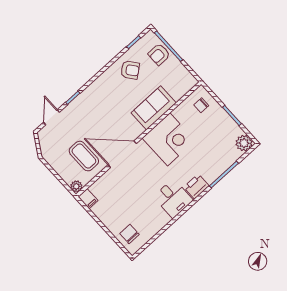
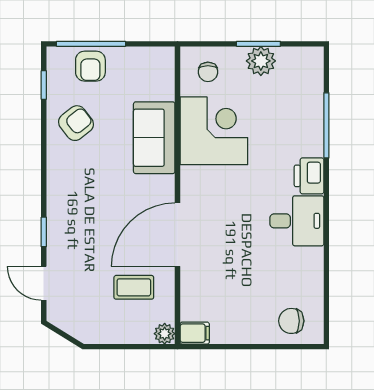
corner desk: (169, 139) -> (214, 131), moved
plant: (244, 143) -> (261, 61), moved
coffee table: (84, 156) -> (134, 287), width x0.73, depth x0.77

